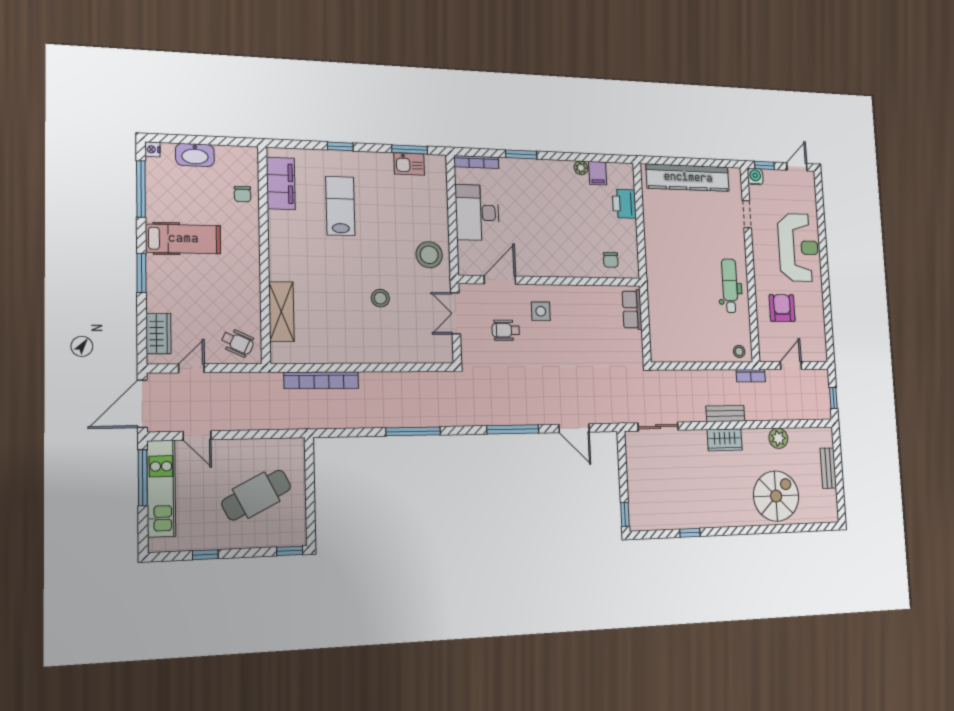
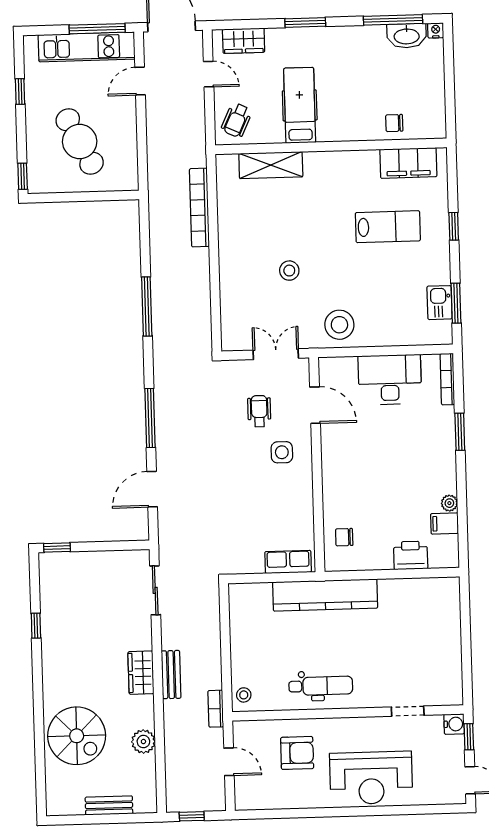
washbasin: (195, 155) -> (407, 36), moved, turned -90
kitchen counter: (688, 178) -> (325, 595), moved, turned -90
hospital bed: (183, 239) -> (300, 105), moved, turned 180

